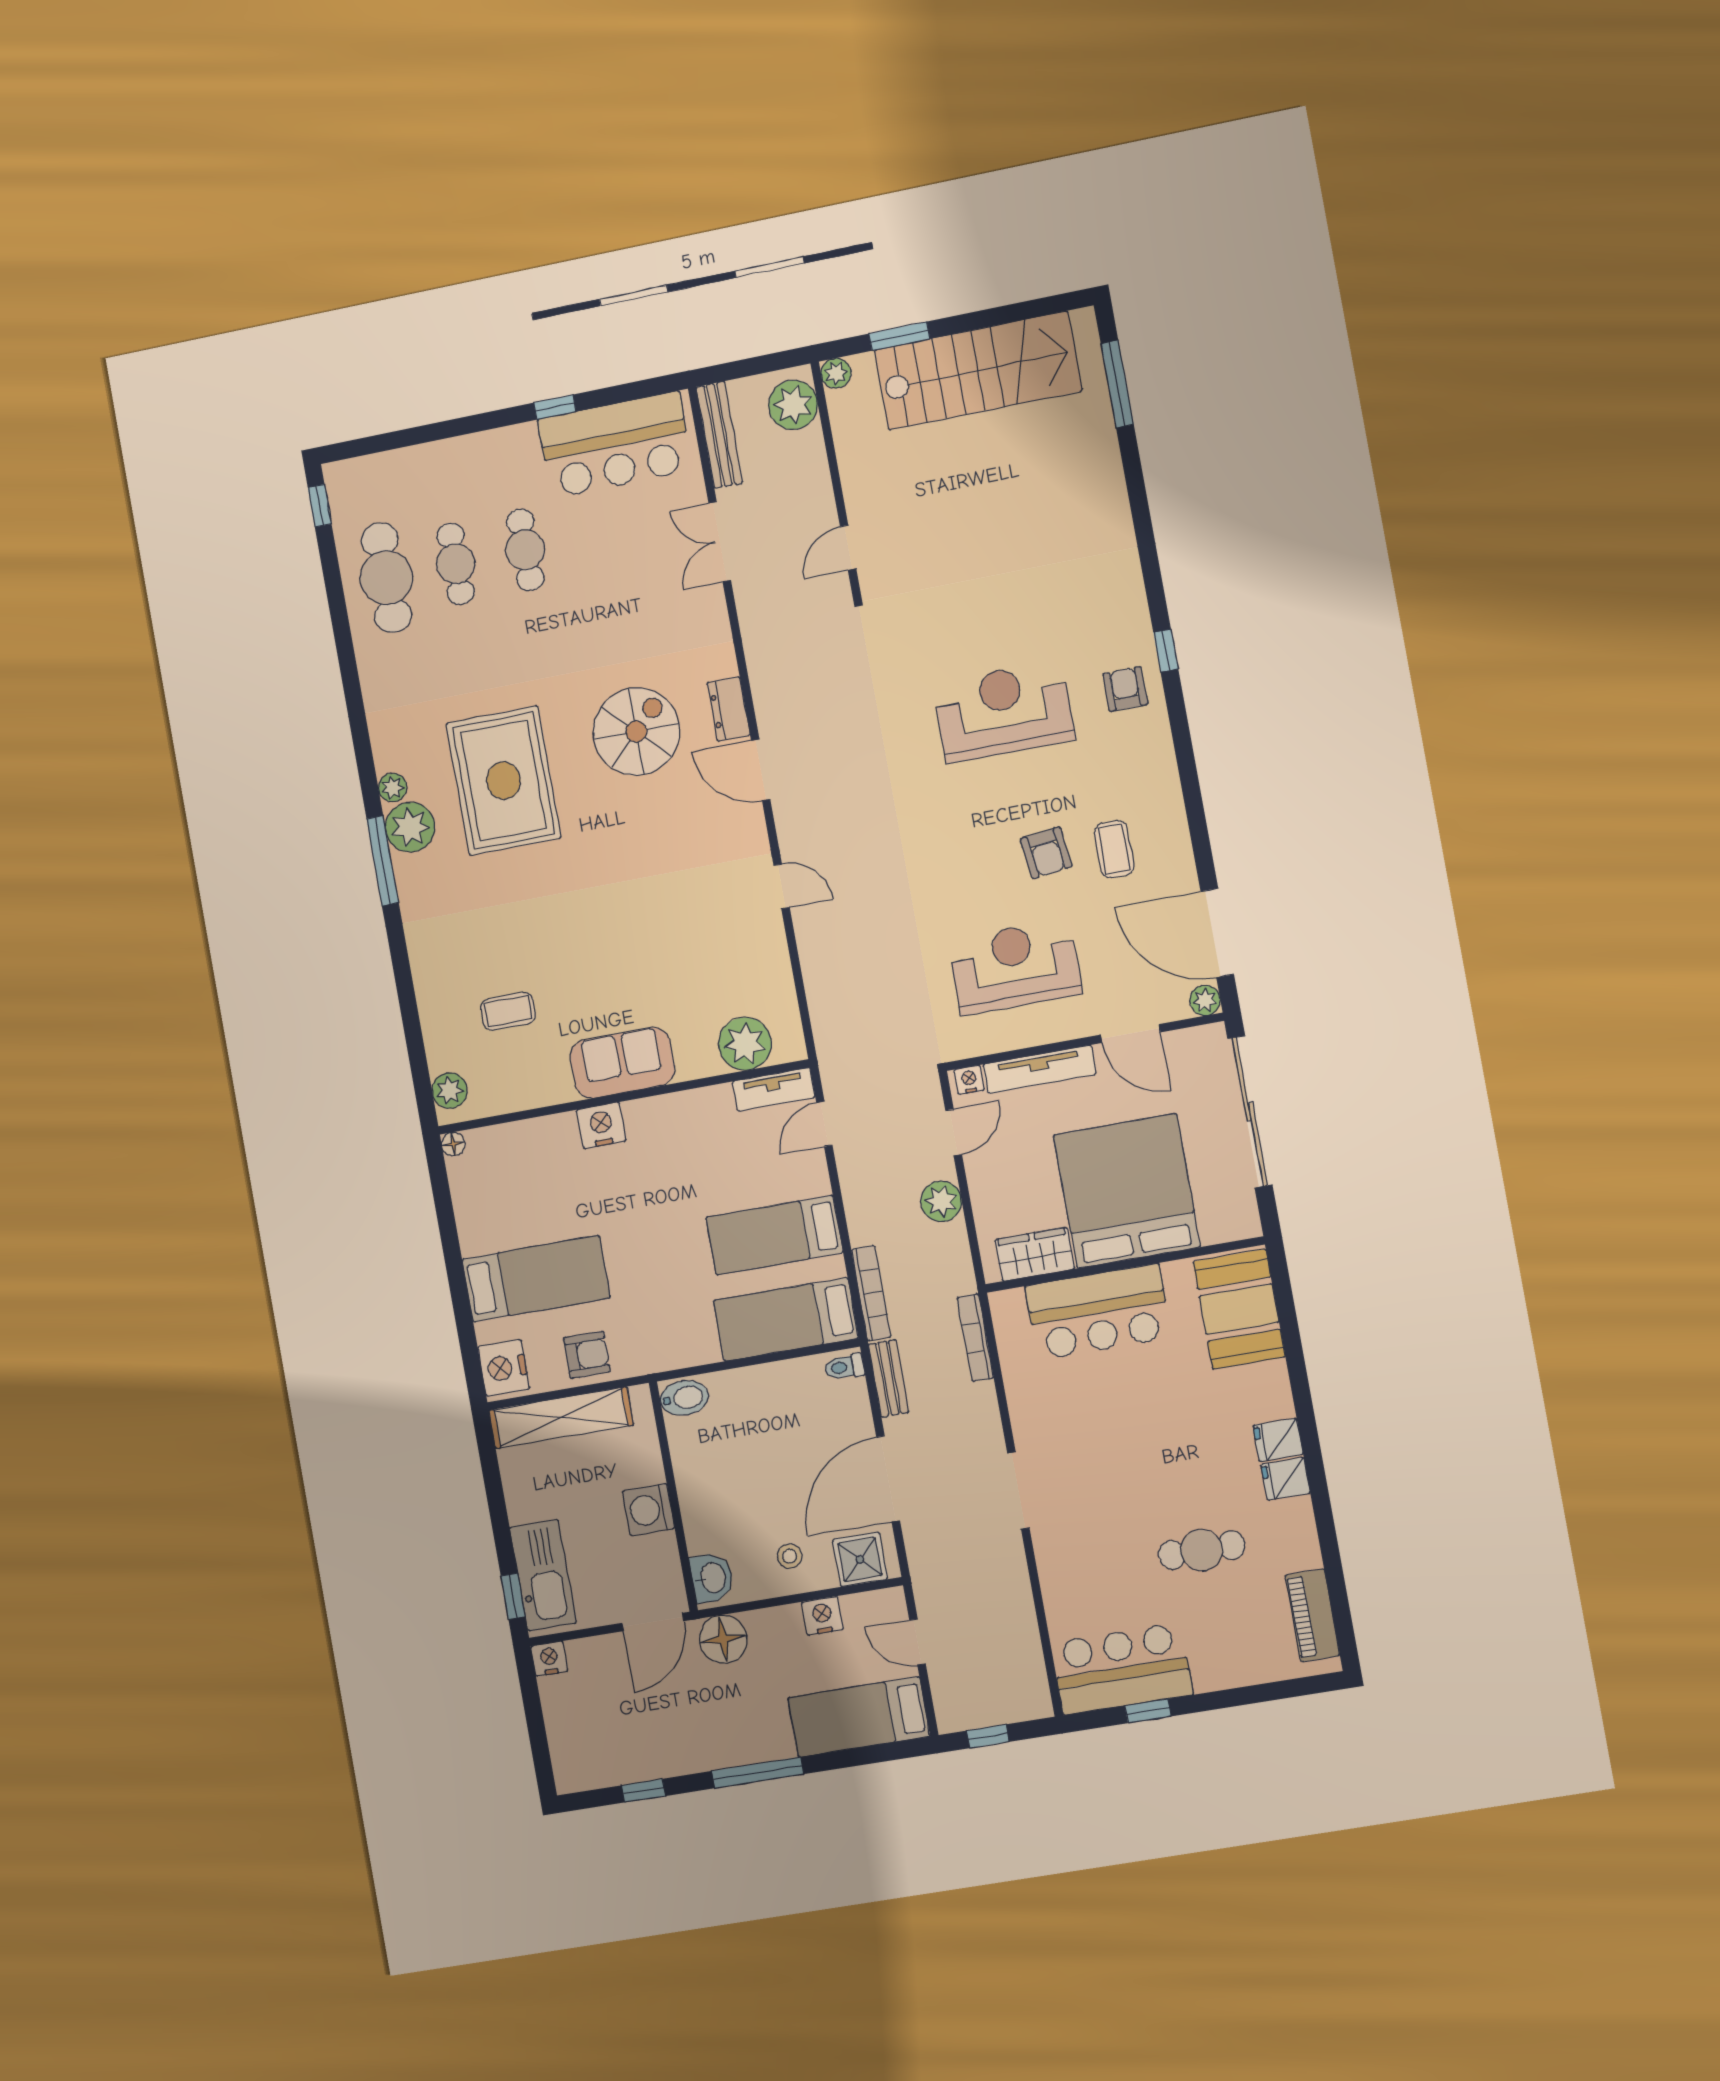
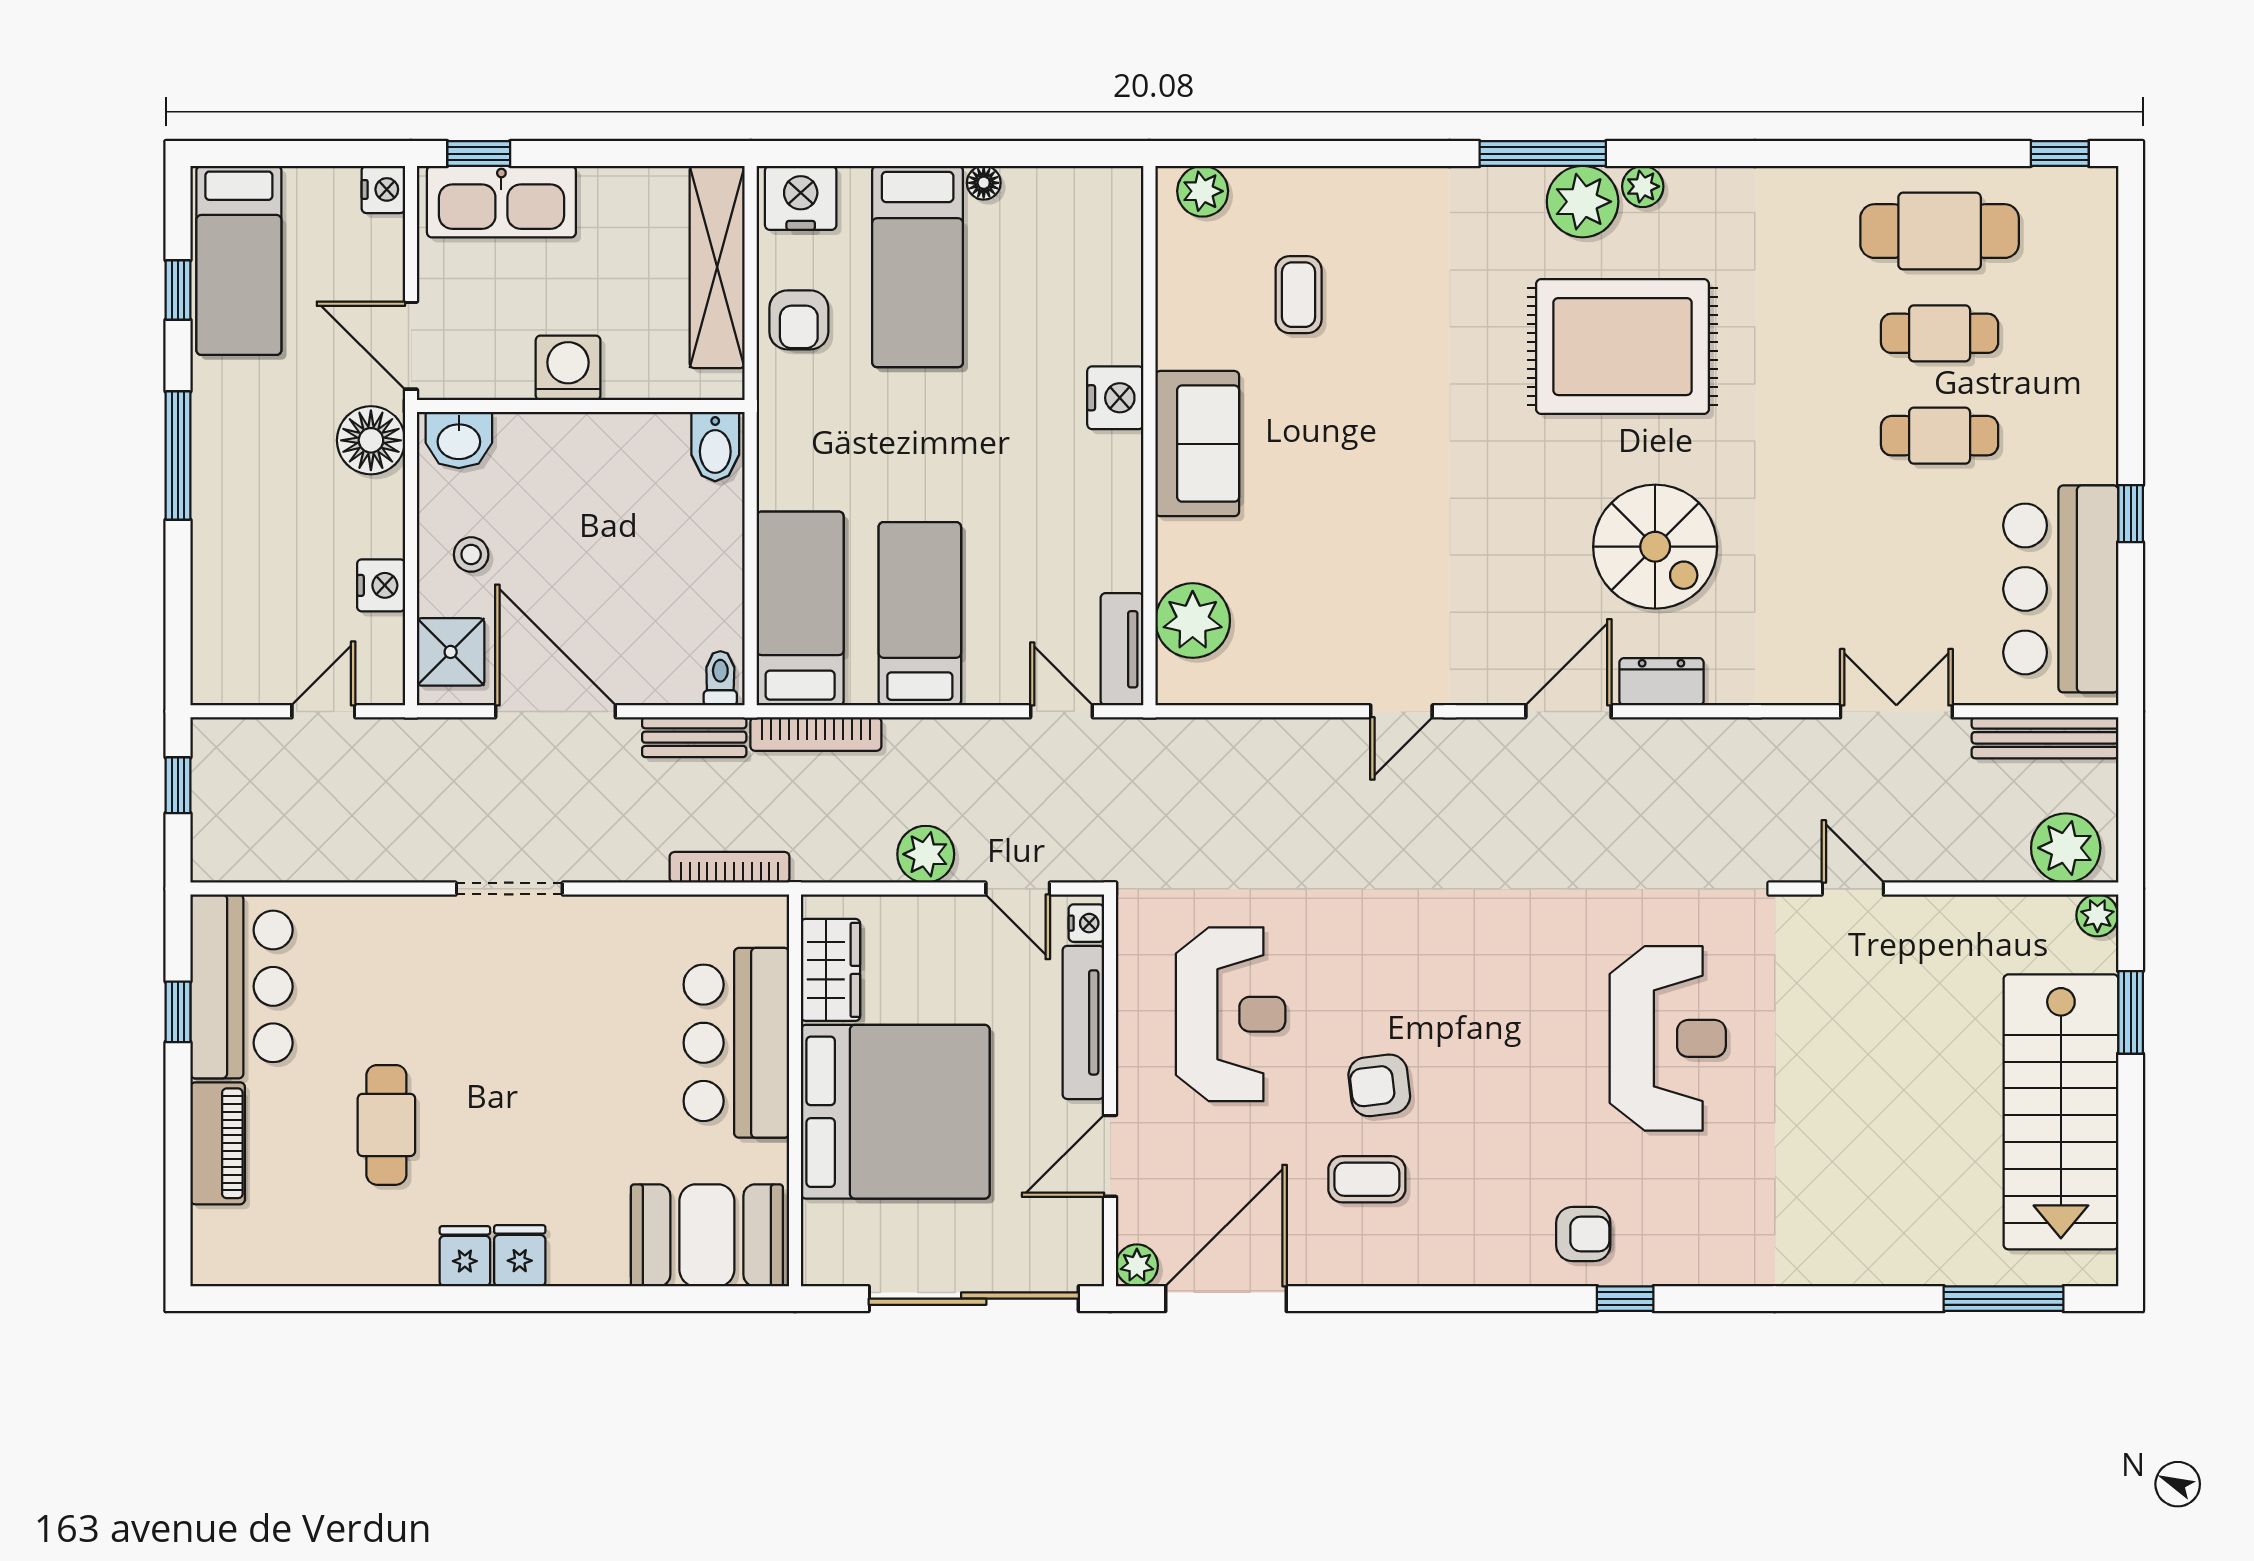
reception desk: (1004, 711) -> (1668, 1038), moved
floor lamp: (453, 1144) -> (984, 183), moved
piano: (1312, 1615) -> (218, 1143), moved, turned 90
bed: (859, 1717) -> (239, 260), moved, turned 180

